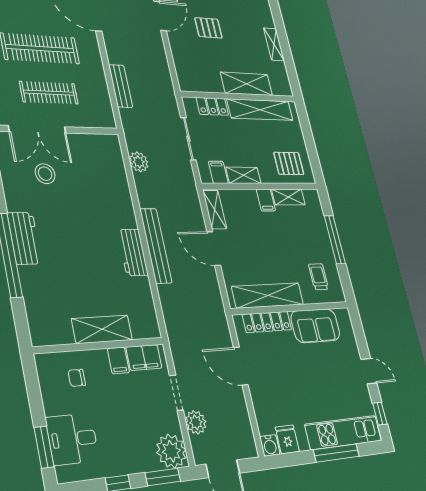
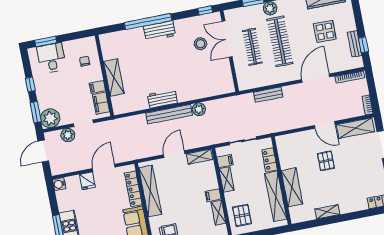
plant: (139, 162) -> (199, 109), moved
fridge: (287, 439) -> (87, 181), moved, turned 90

